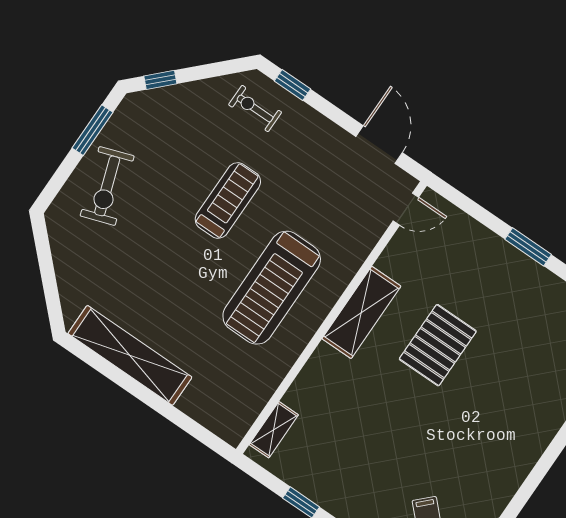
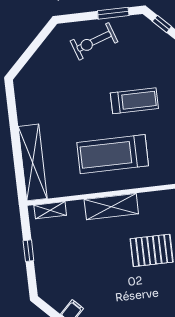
shelving: (361, 312) -> (111, 207), moved
shelving: (130, 355) -> (33, 162), moved

